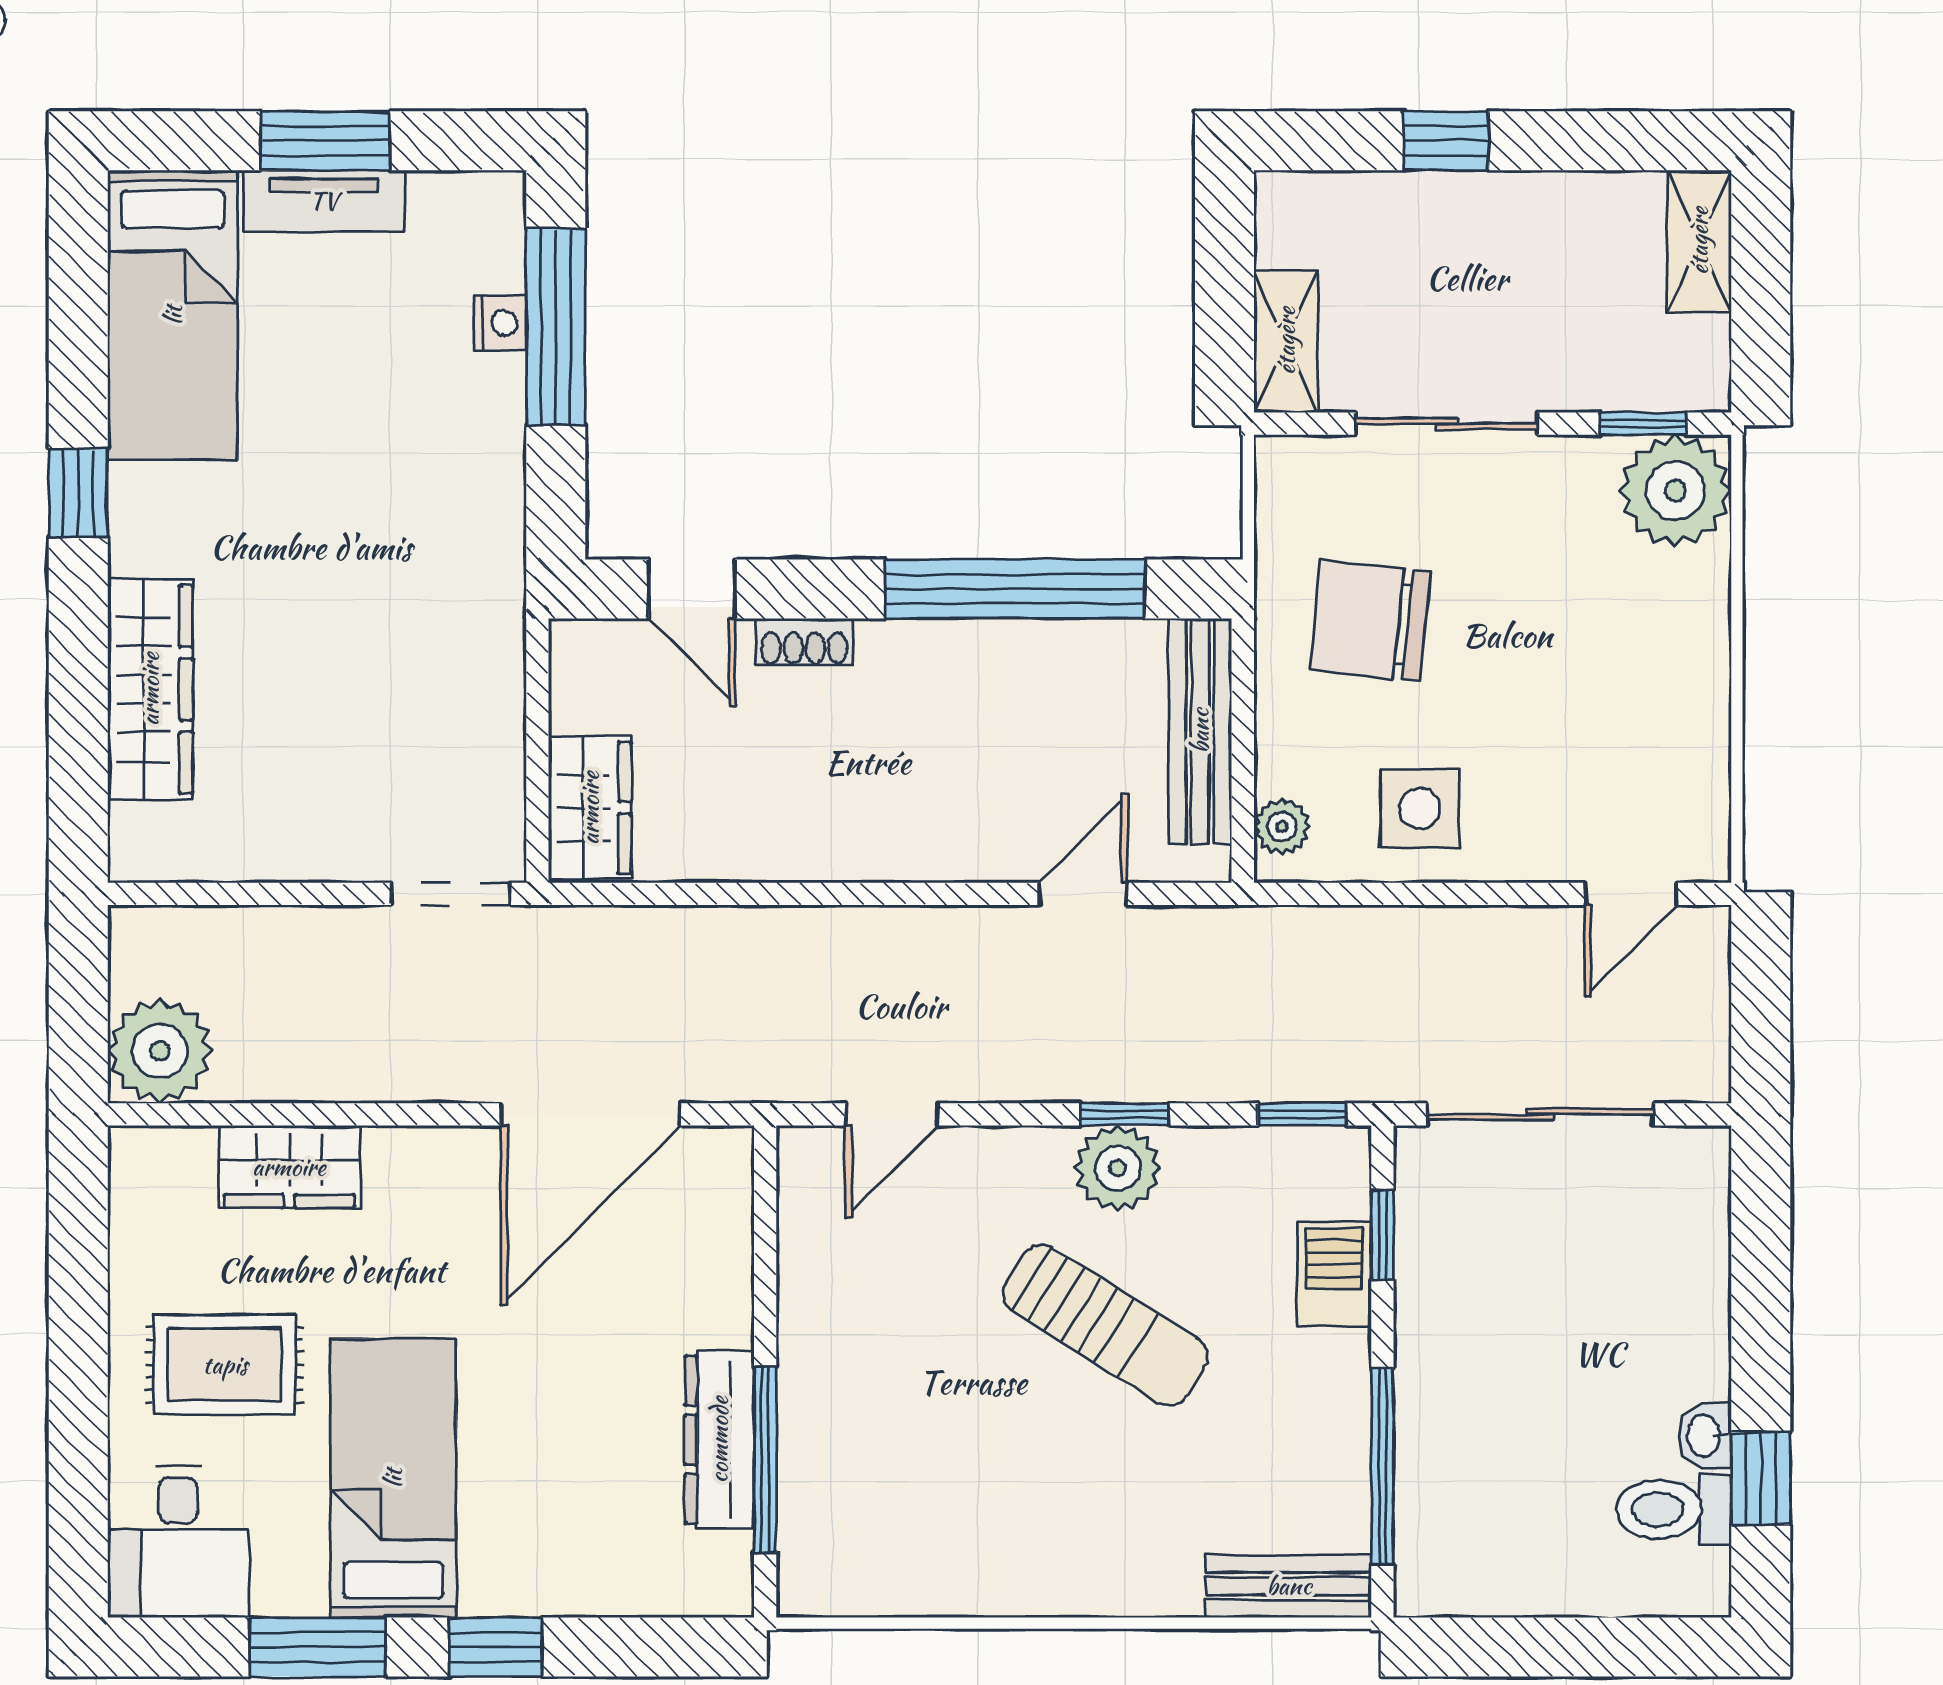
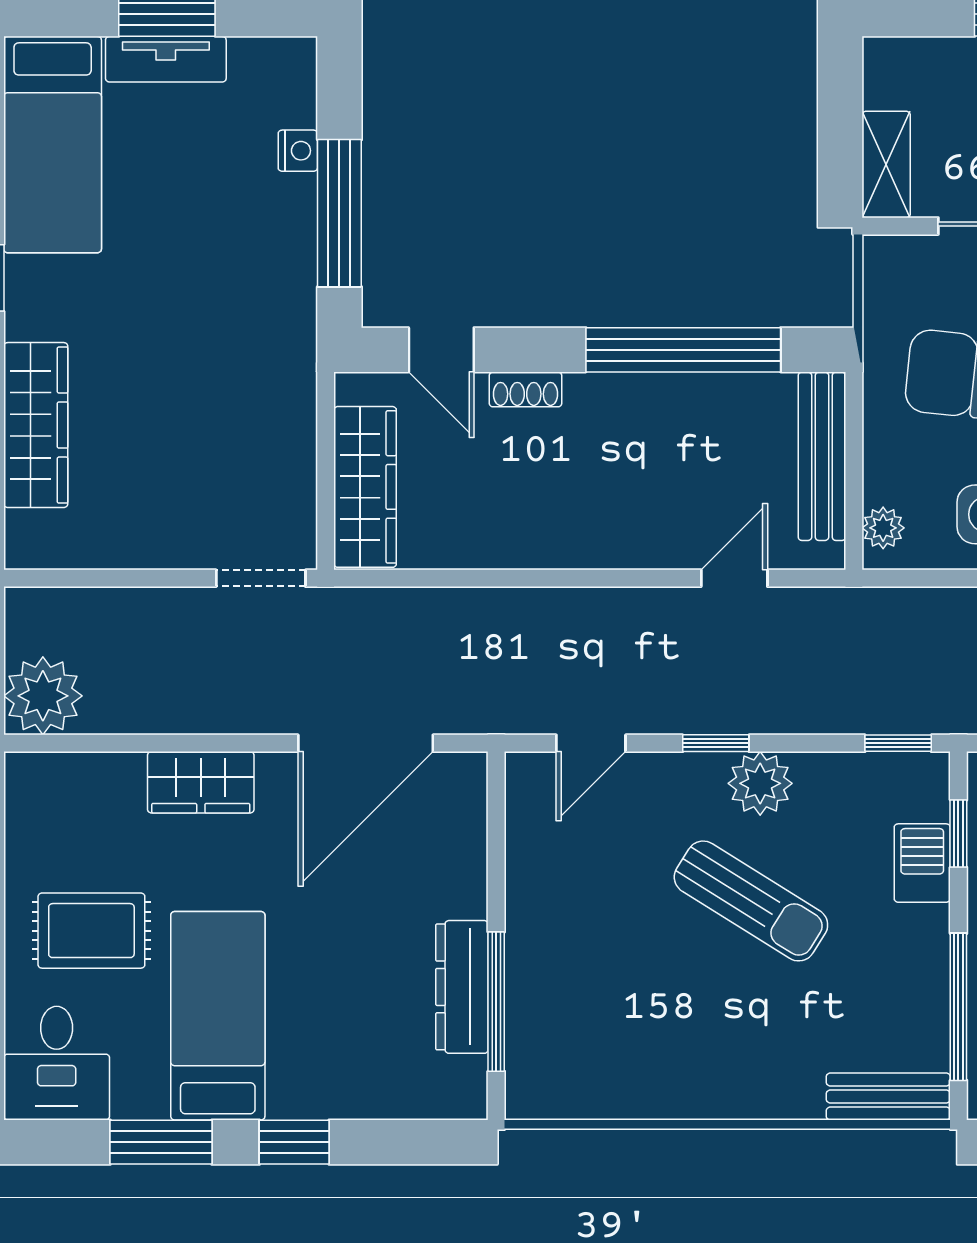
window: (556, 327) -> (339, 213), moved
wardrobe: (590, 808) -> (365, 487), width x1.50
window: (1124, 1114) -> (716, 743), moved
wardrobe: (289, 1167) -> (201, 782), moved

